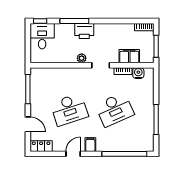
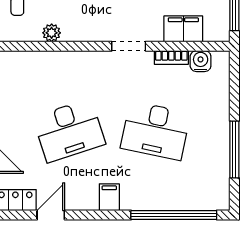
plant: (82, 58) -> (52, 33), moved
desk: (115, 110) -> (155, 131), turned 36
door: (73, 154) -> (51, 215), moved

